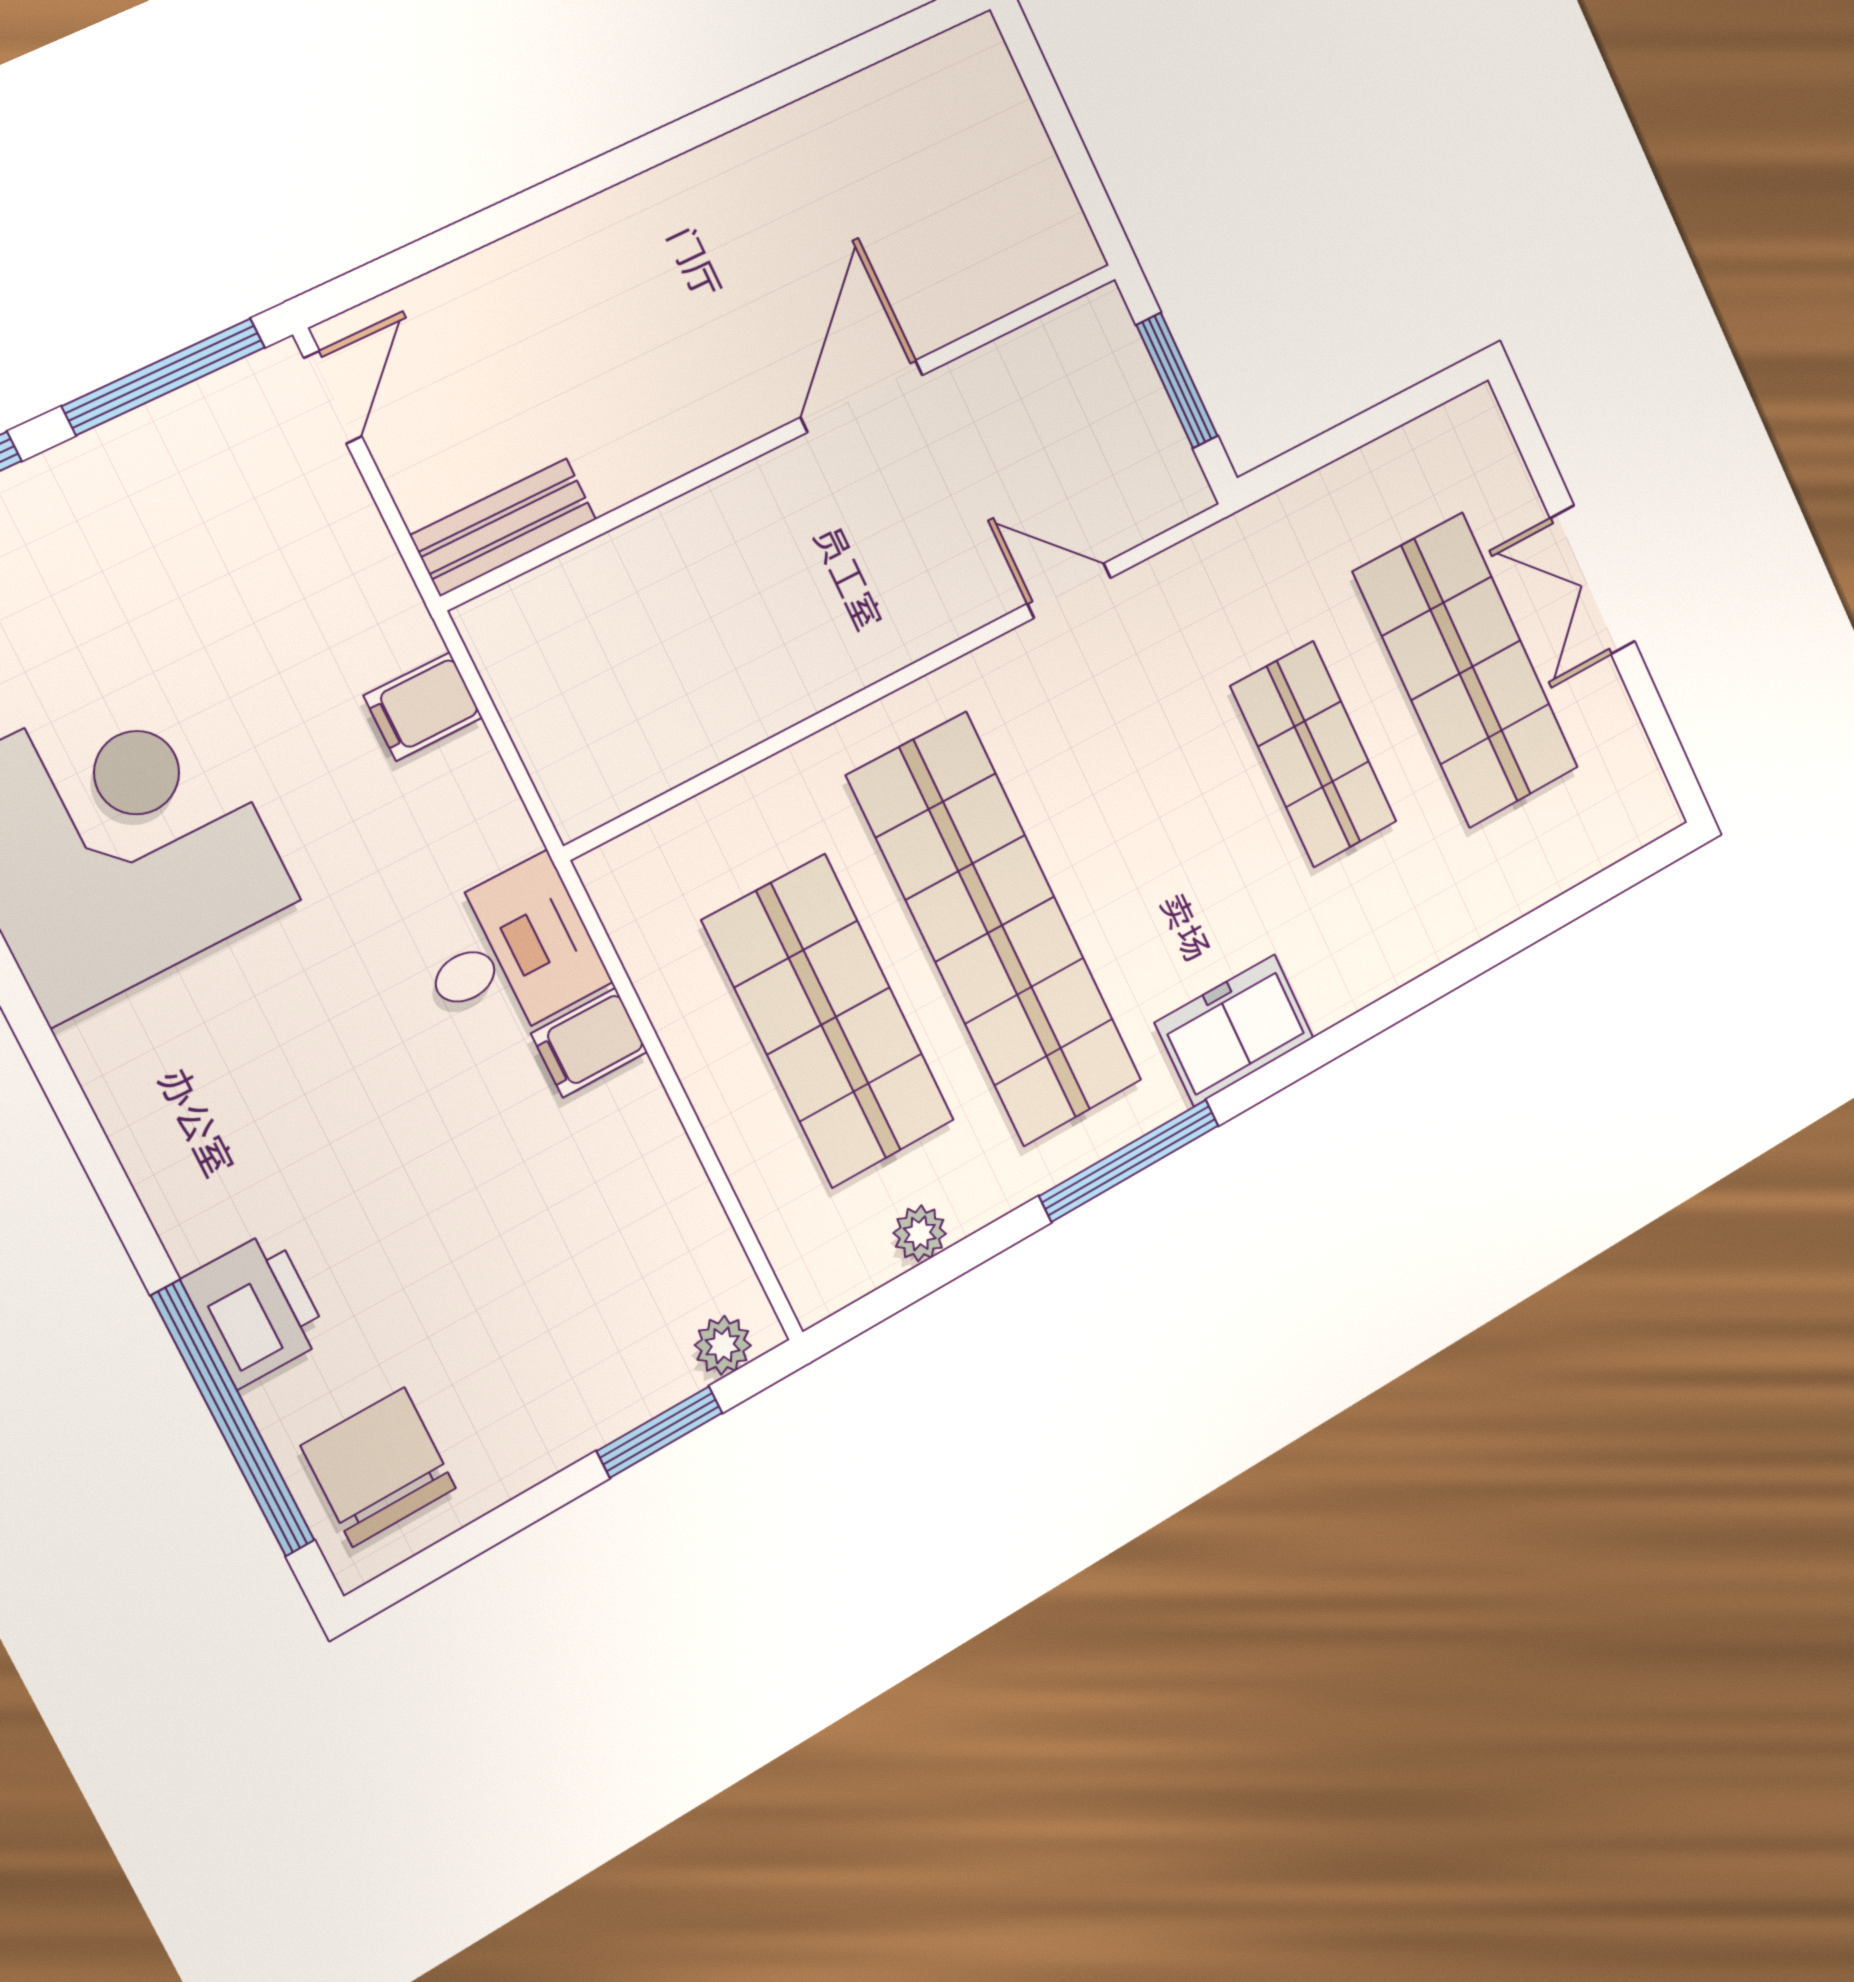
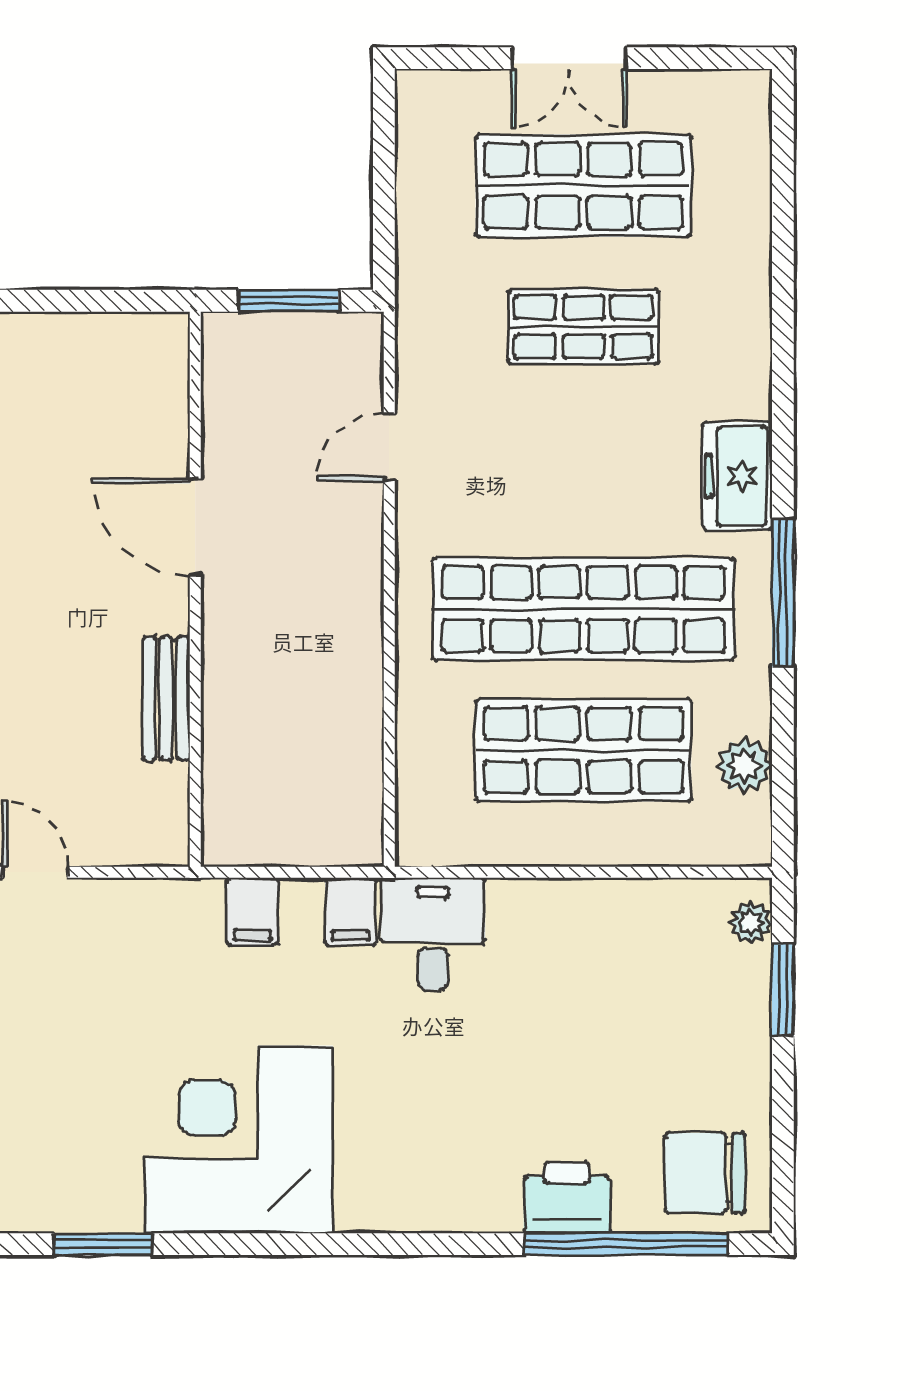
bench: (503, 527) -> (166, 698), moved
filing cabinet: (589, 1043) -> (351, 912), moved
plant: (920, 1233) -> (744, 766), width x1.38, depth x1.38

